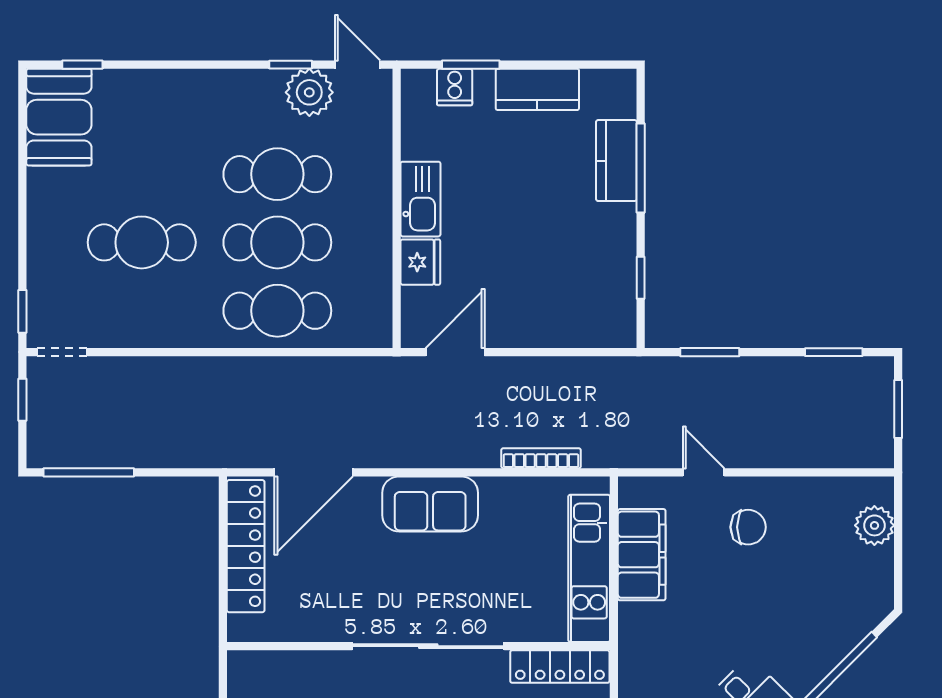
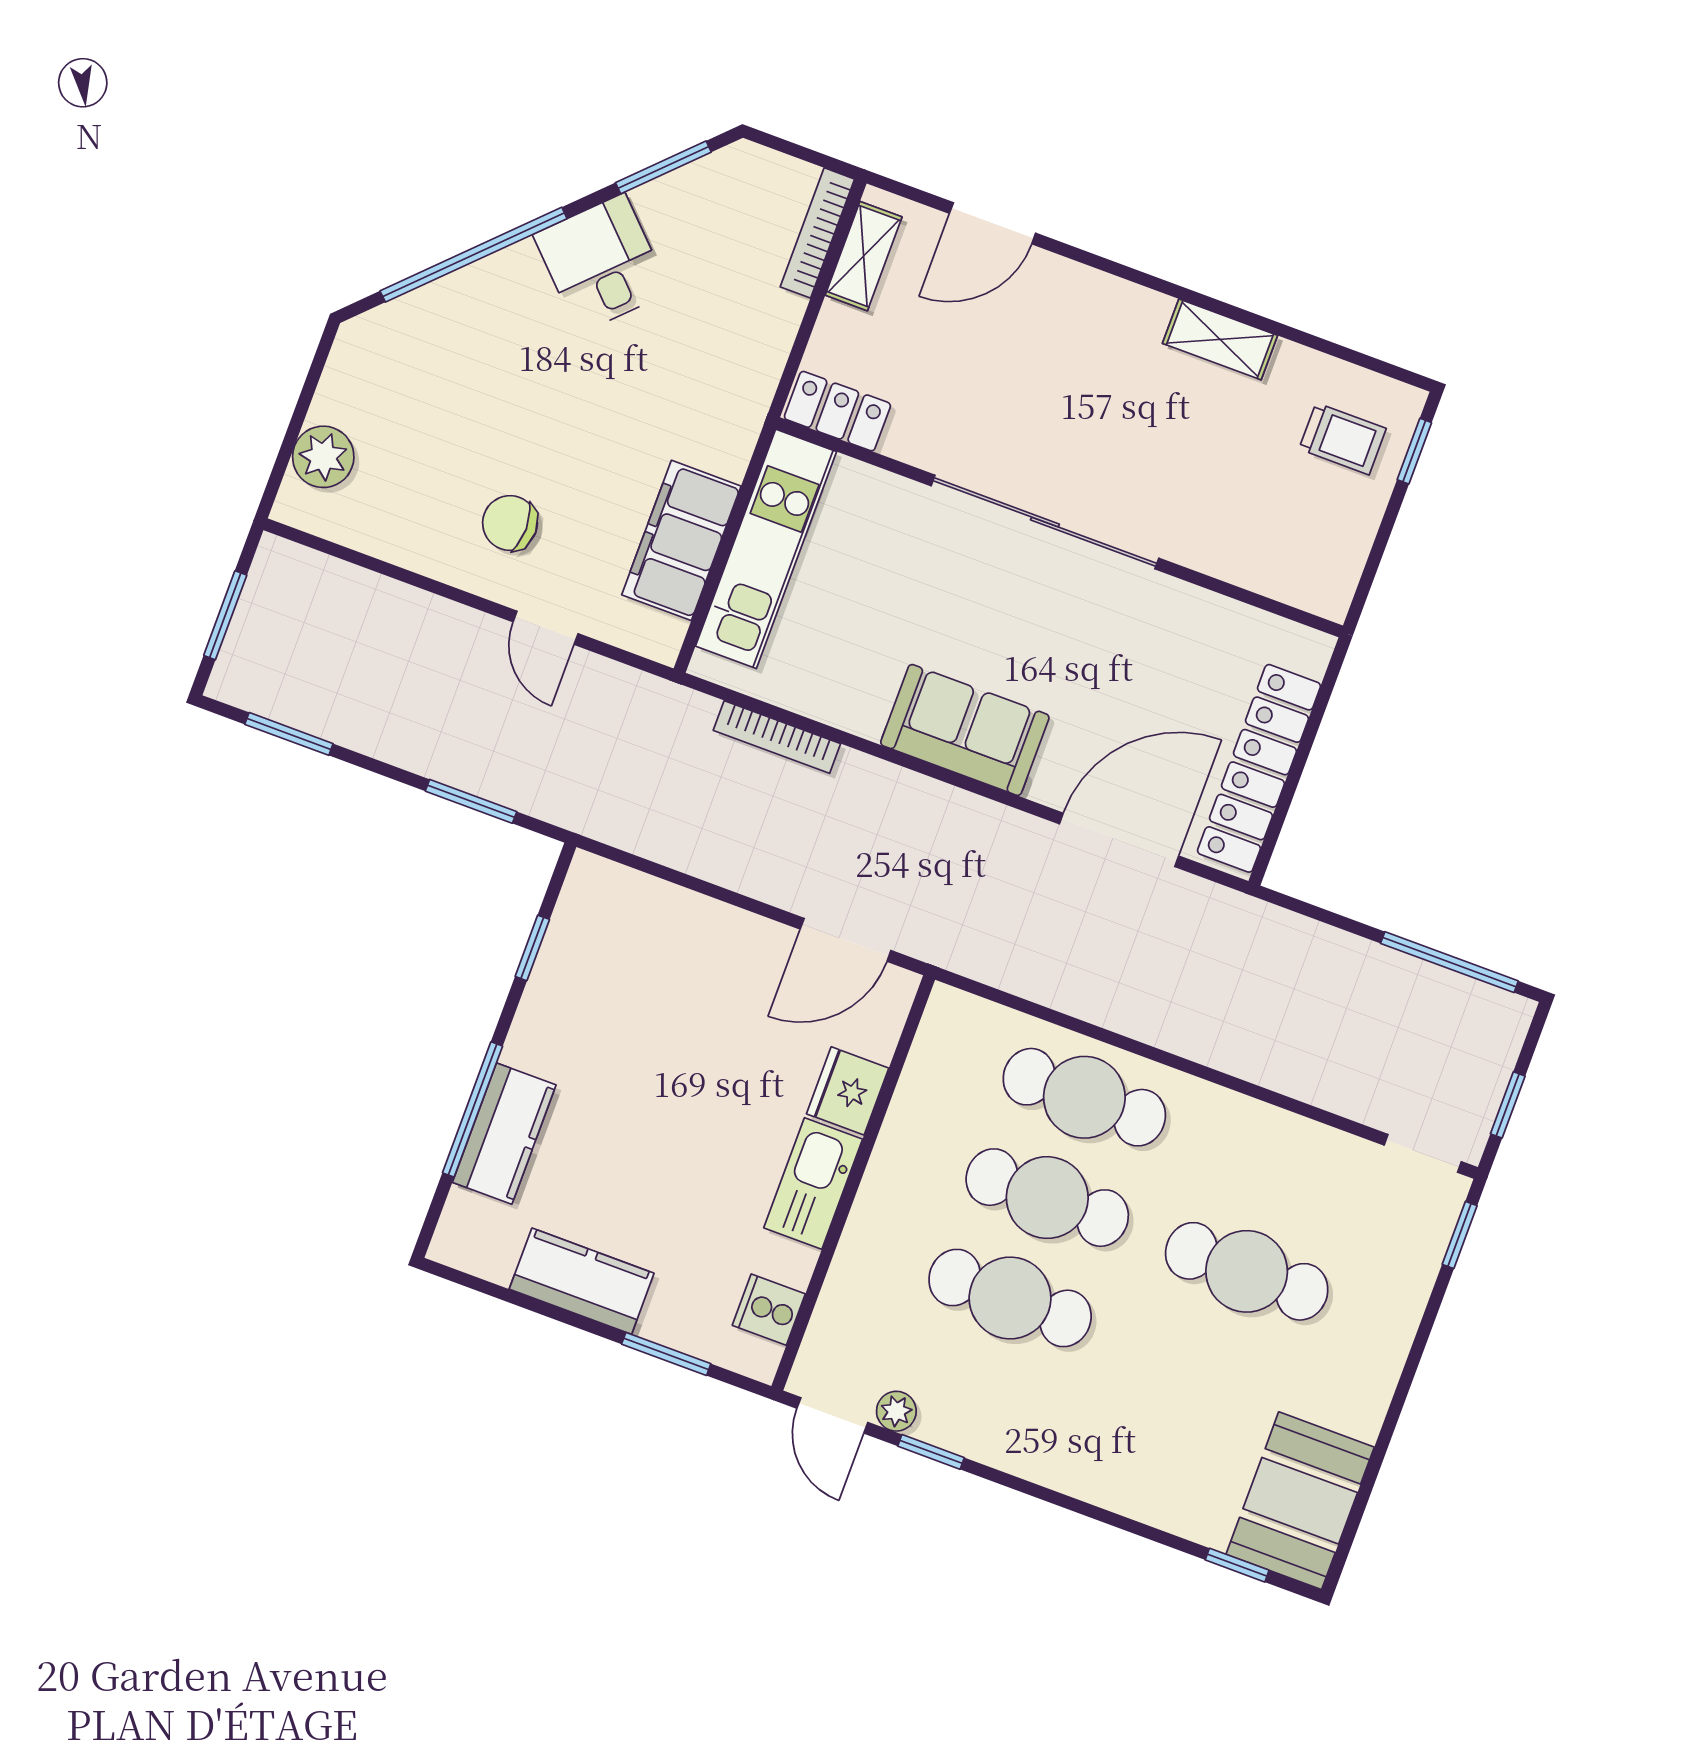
cooker: (455, 87) -> (769, 1310), moved, turned -90
plant: (309, 92) -> (896, 1411), width x0.53, depth x0.53
locker: (560, 667) -> (837, 411), width x0.66

